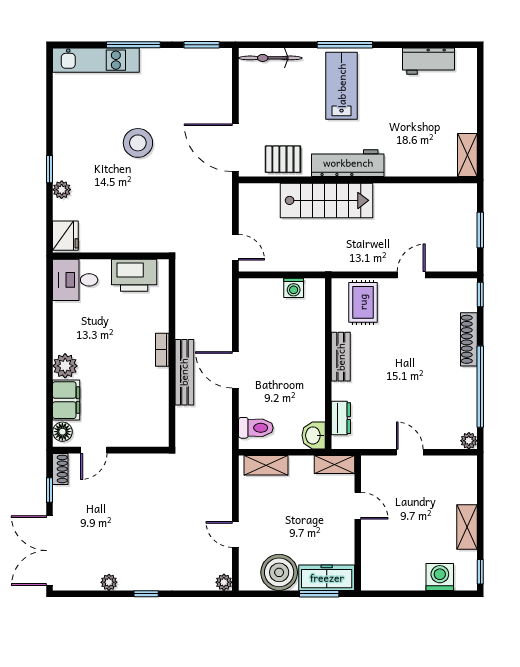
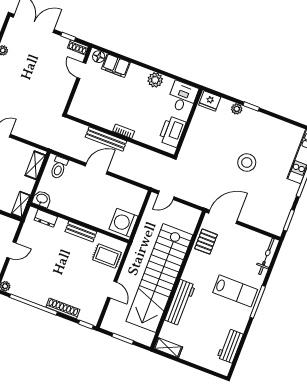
workbench: (348, 163) -> (180, 303), moved
stairs: (326, 200) -> (159, 278), width x1.86, depth x1.51
washing machine: (294, 288) -> (123, 223), width x1.89, depth x1.89
plant: (65, 366) -> (155, 80), moved

